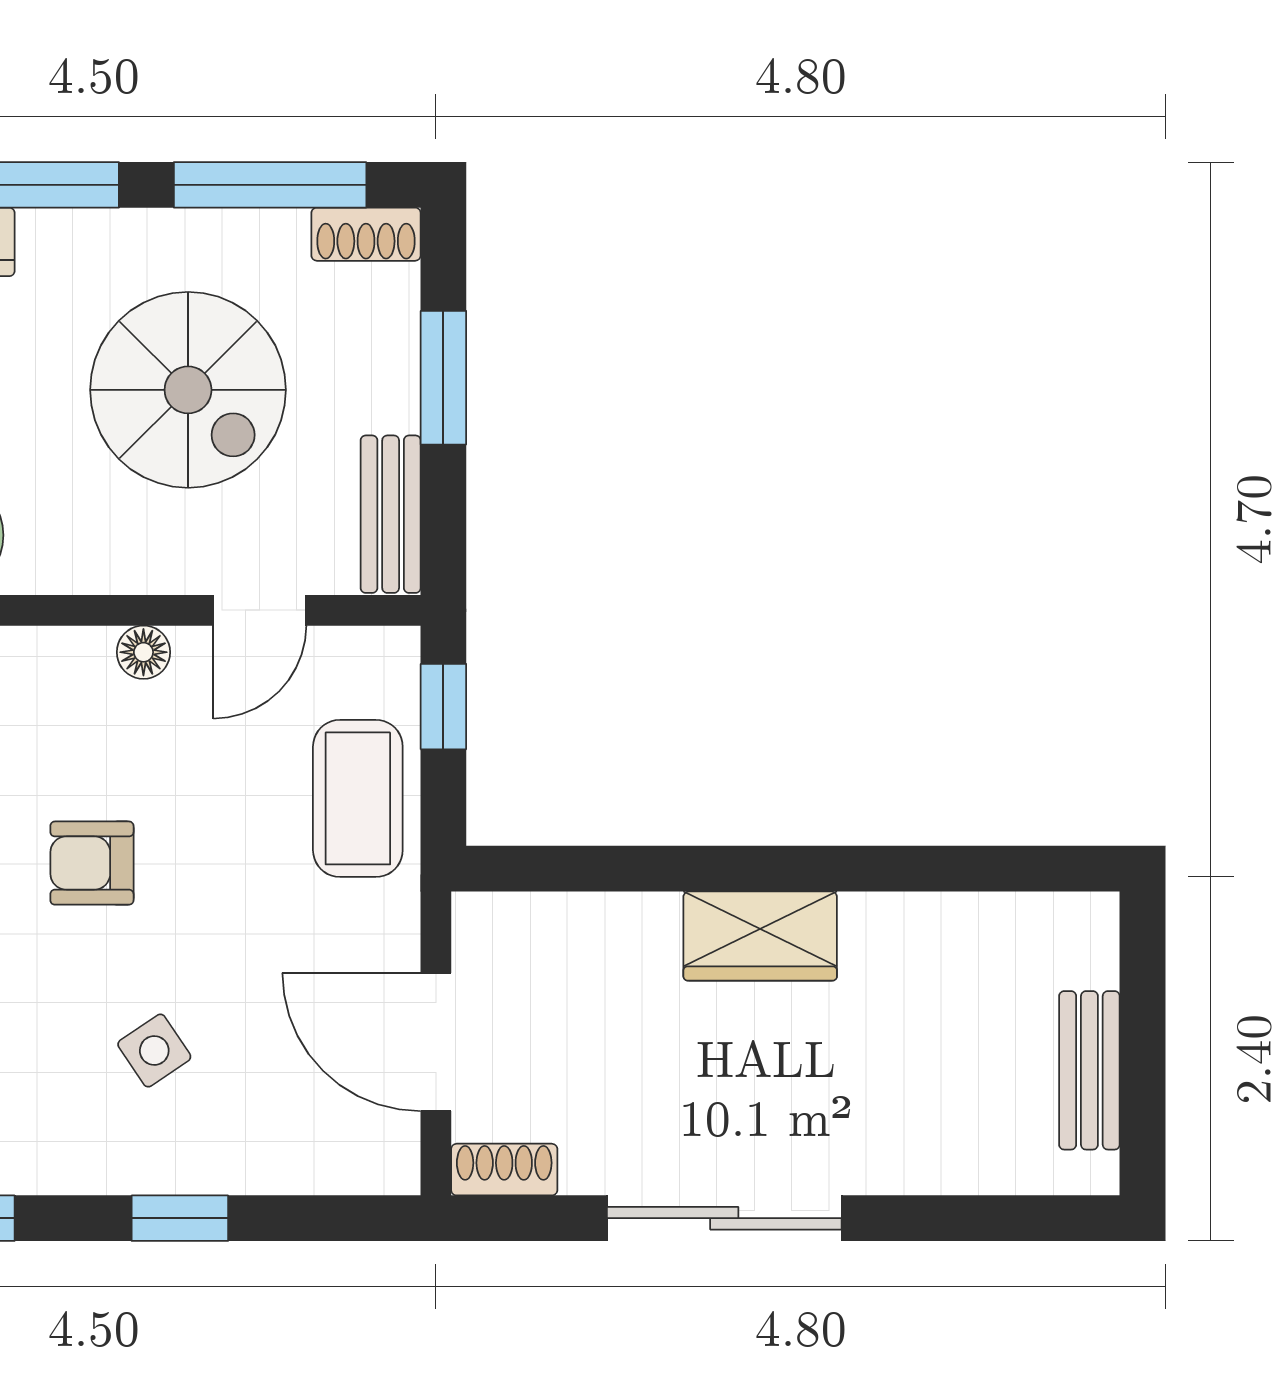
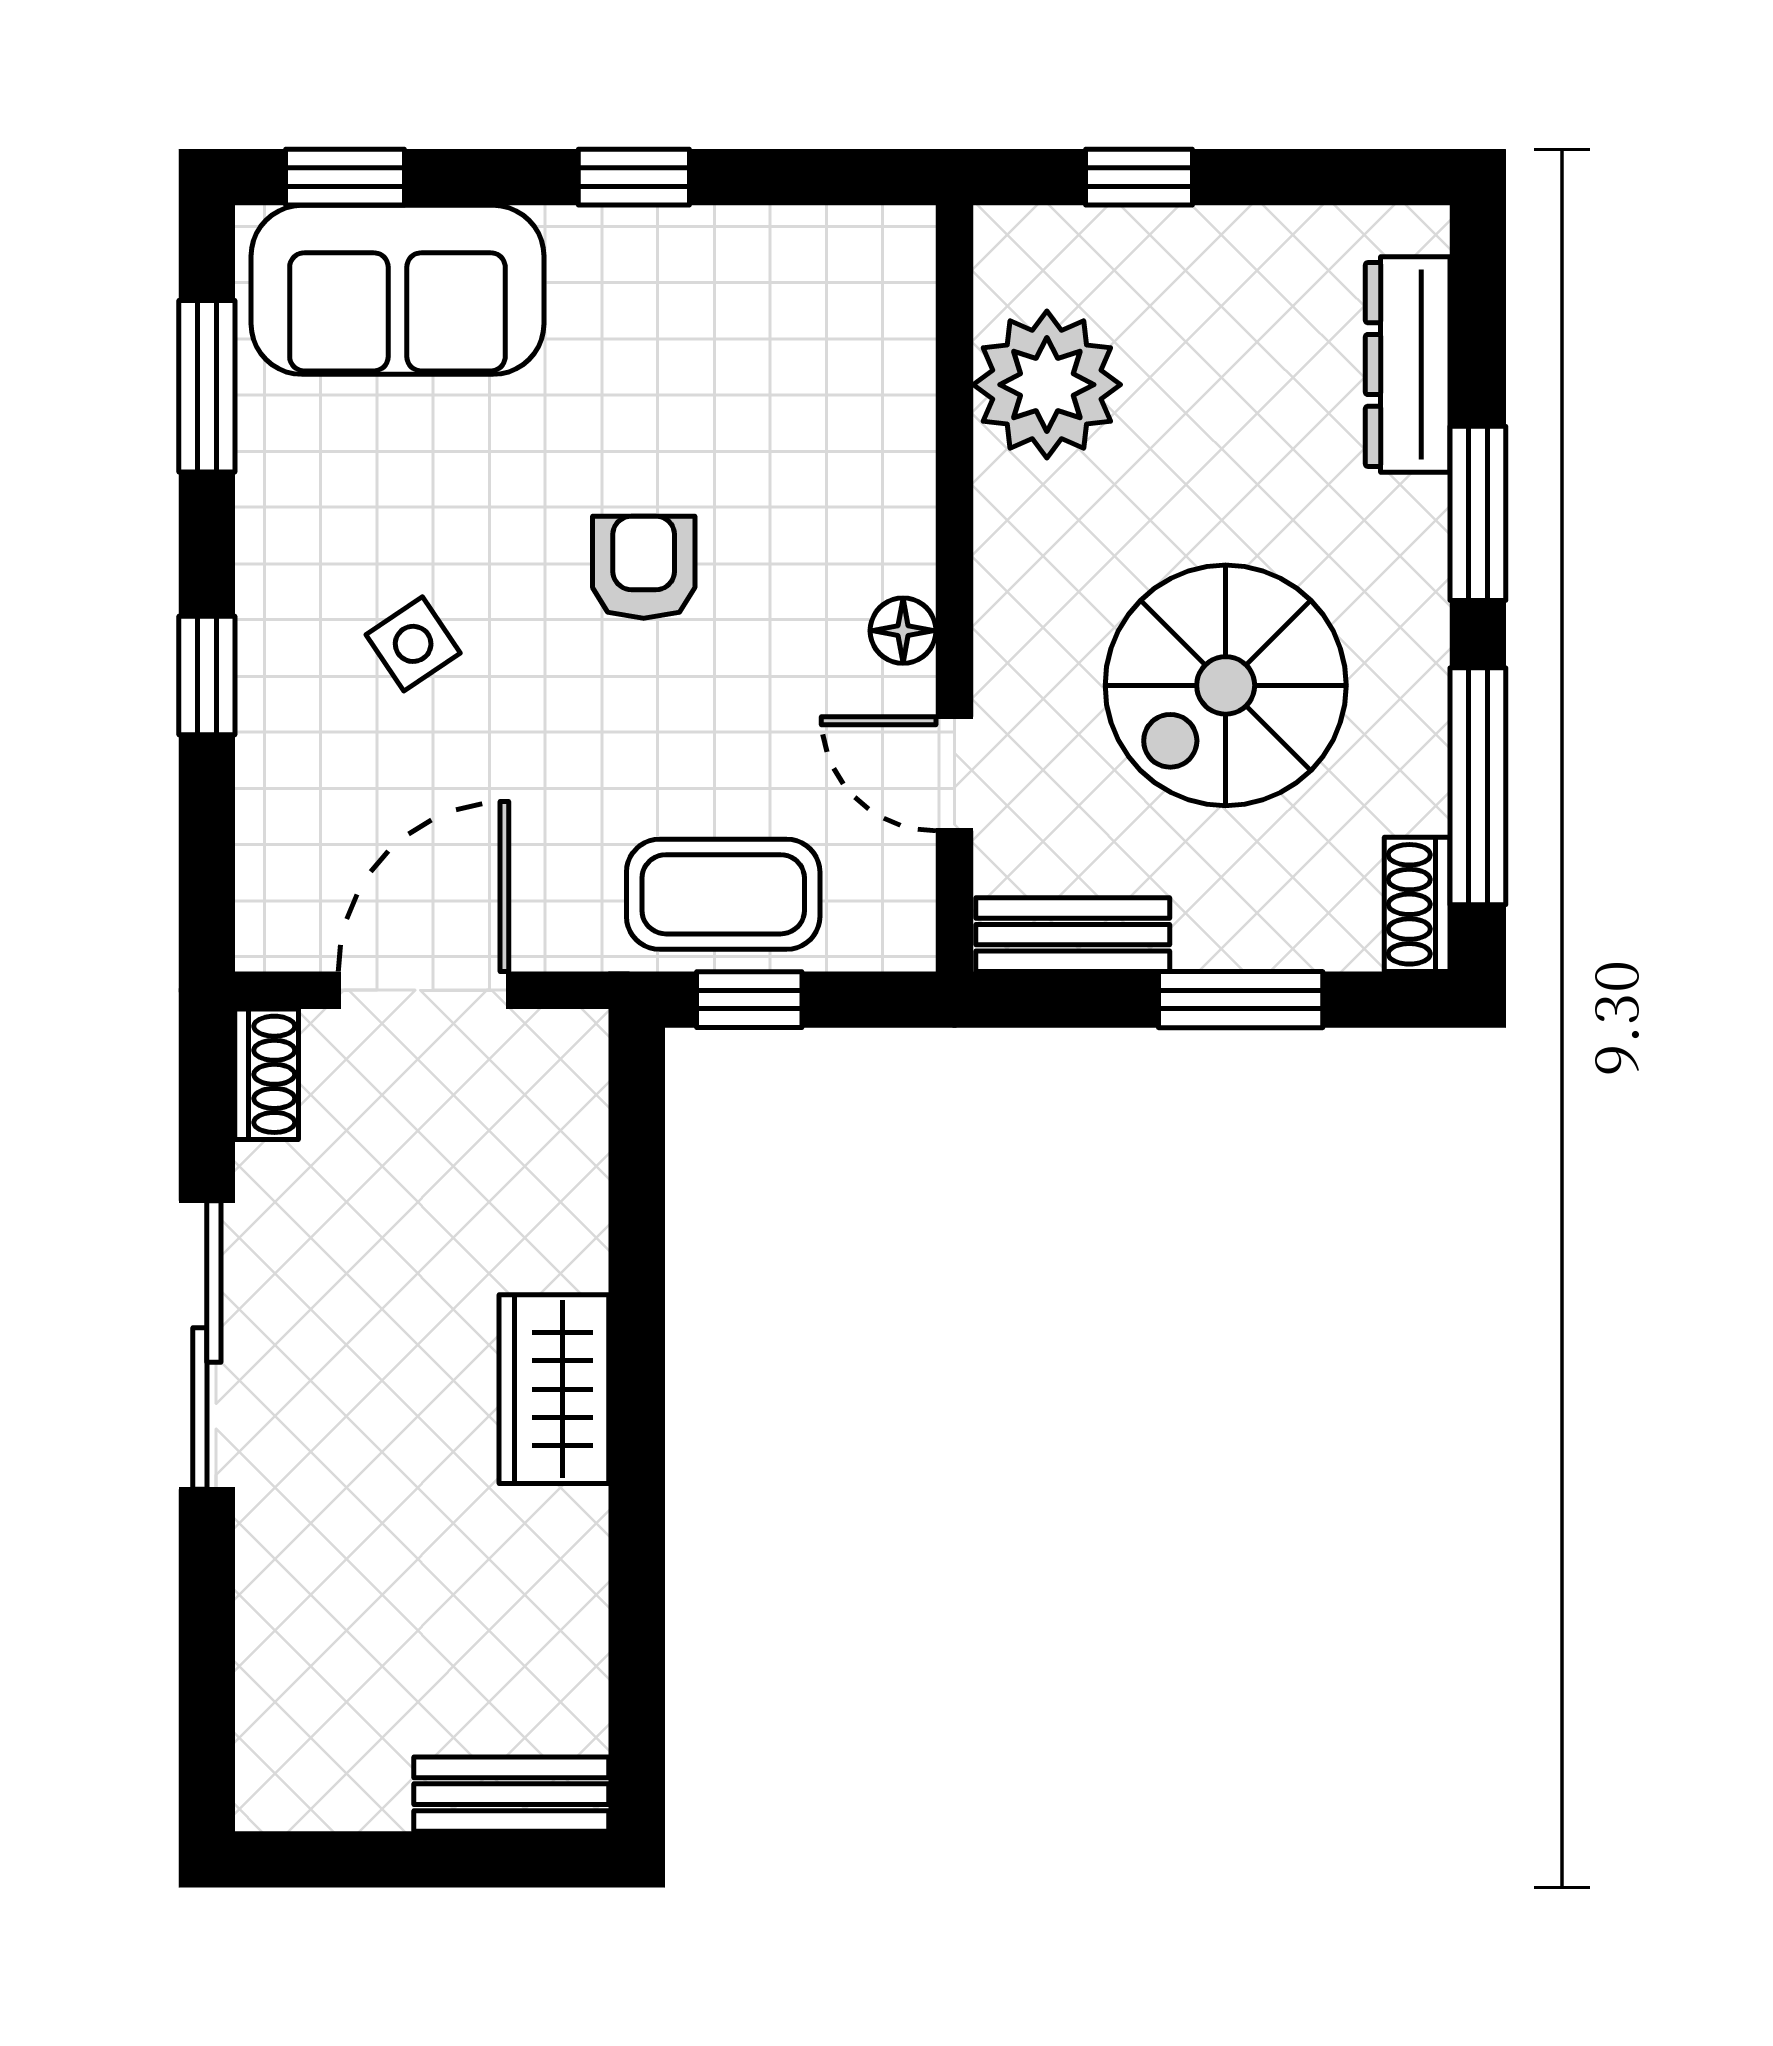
window: (443, 707) -> (749, 1000), moved
bench: (1089, 1070) -> (511, 1794), moved

